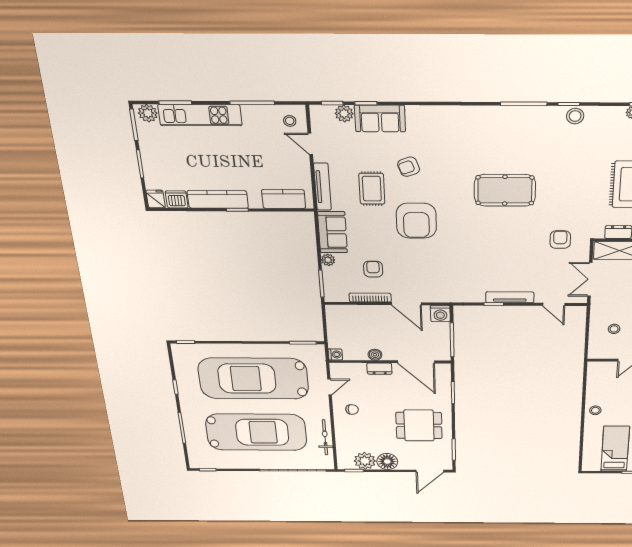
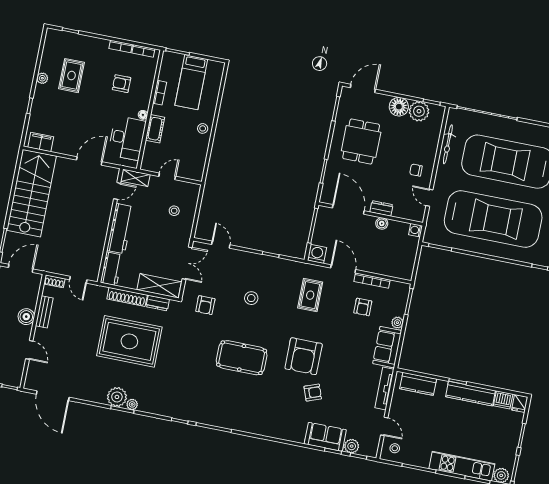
stool: (575, 116) -> (251, 298), moved
rug: (372, 189) -> (310, 295), moved
armchair: (416, 221) -> (304, 356), moved, turned 180
tv unit: (510, 297) -> (256, 259), removed
door: (330, 387) -> (429, 198), hinge flipped
dining table: (419, 425) -> (361, 141), turned 90

